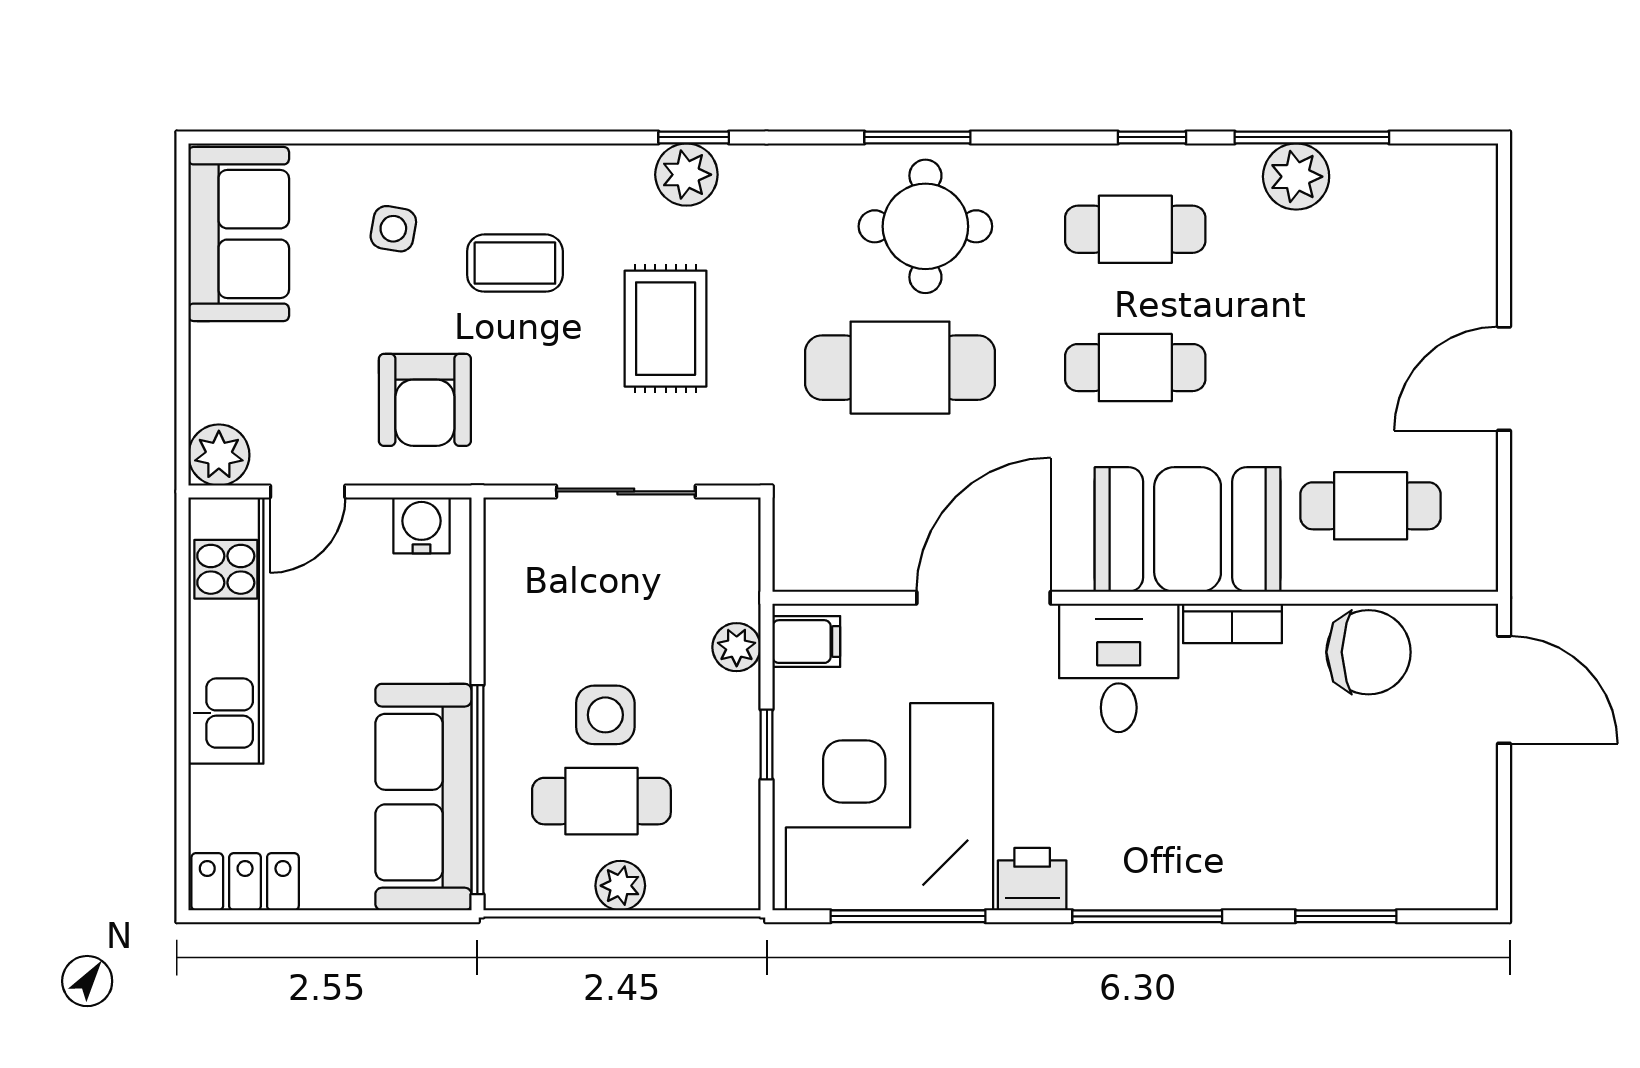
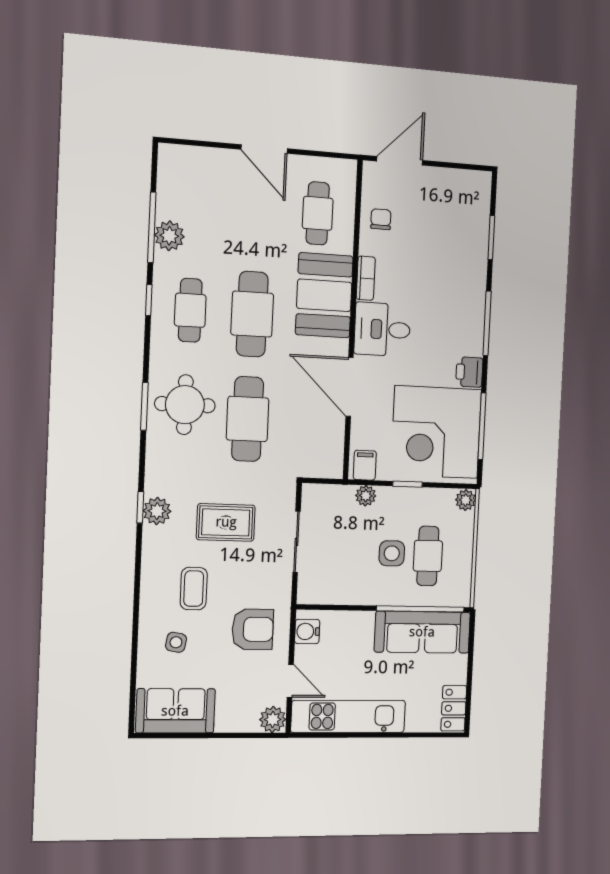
cafe table: (1135, 368) -> (252, 314), width x1.37, depth x1.35
chair: (1368, 652) -> (381, 219), width x0.54, depth x0.54
plant: (620, 886) -> (466, 500), moved

